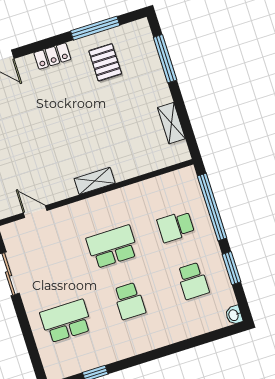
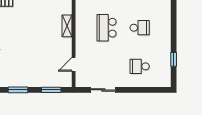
school desk: (66, 321) -> (140, 66), width x0.54

